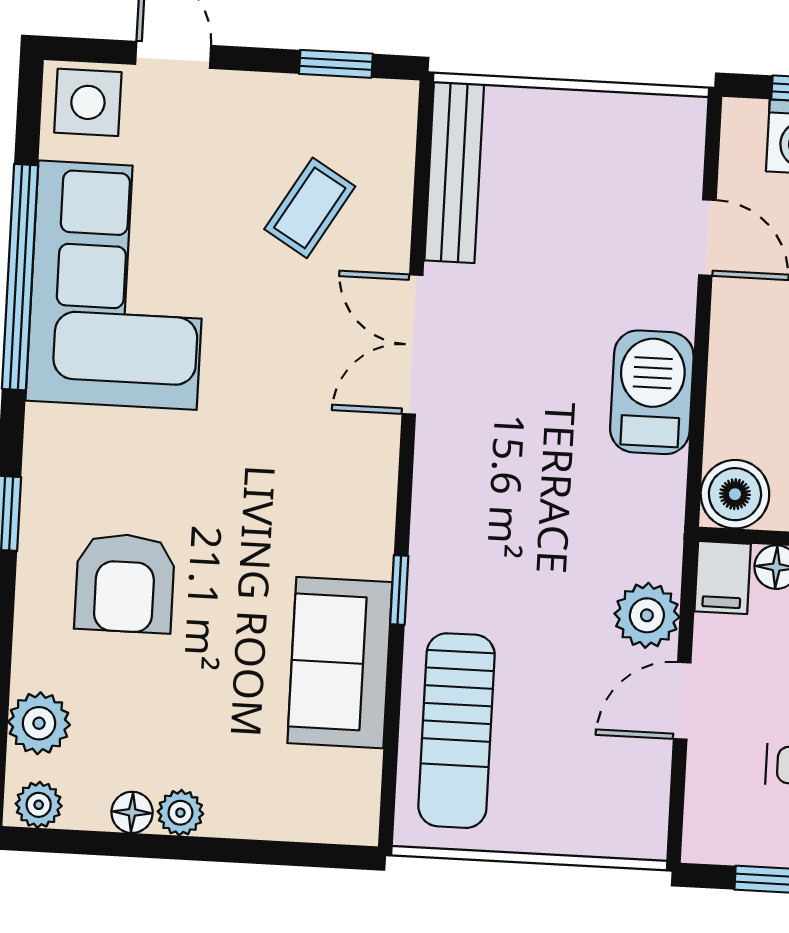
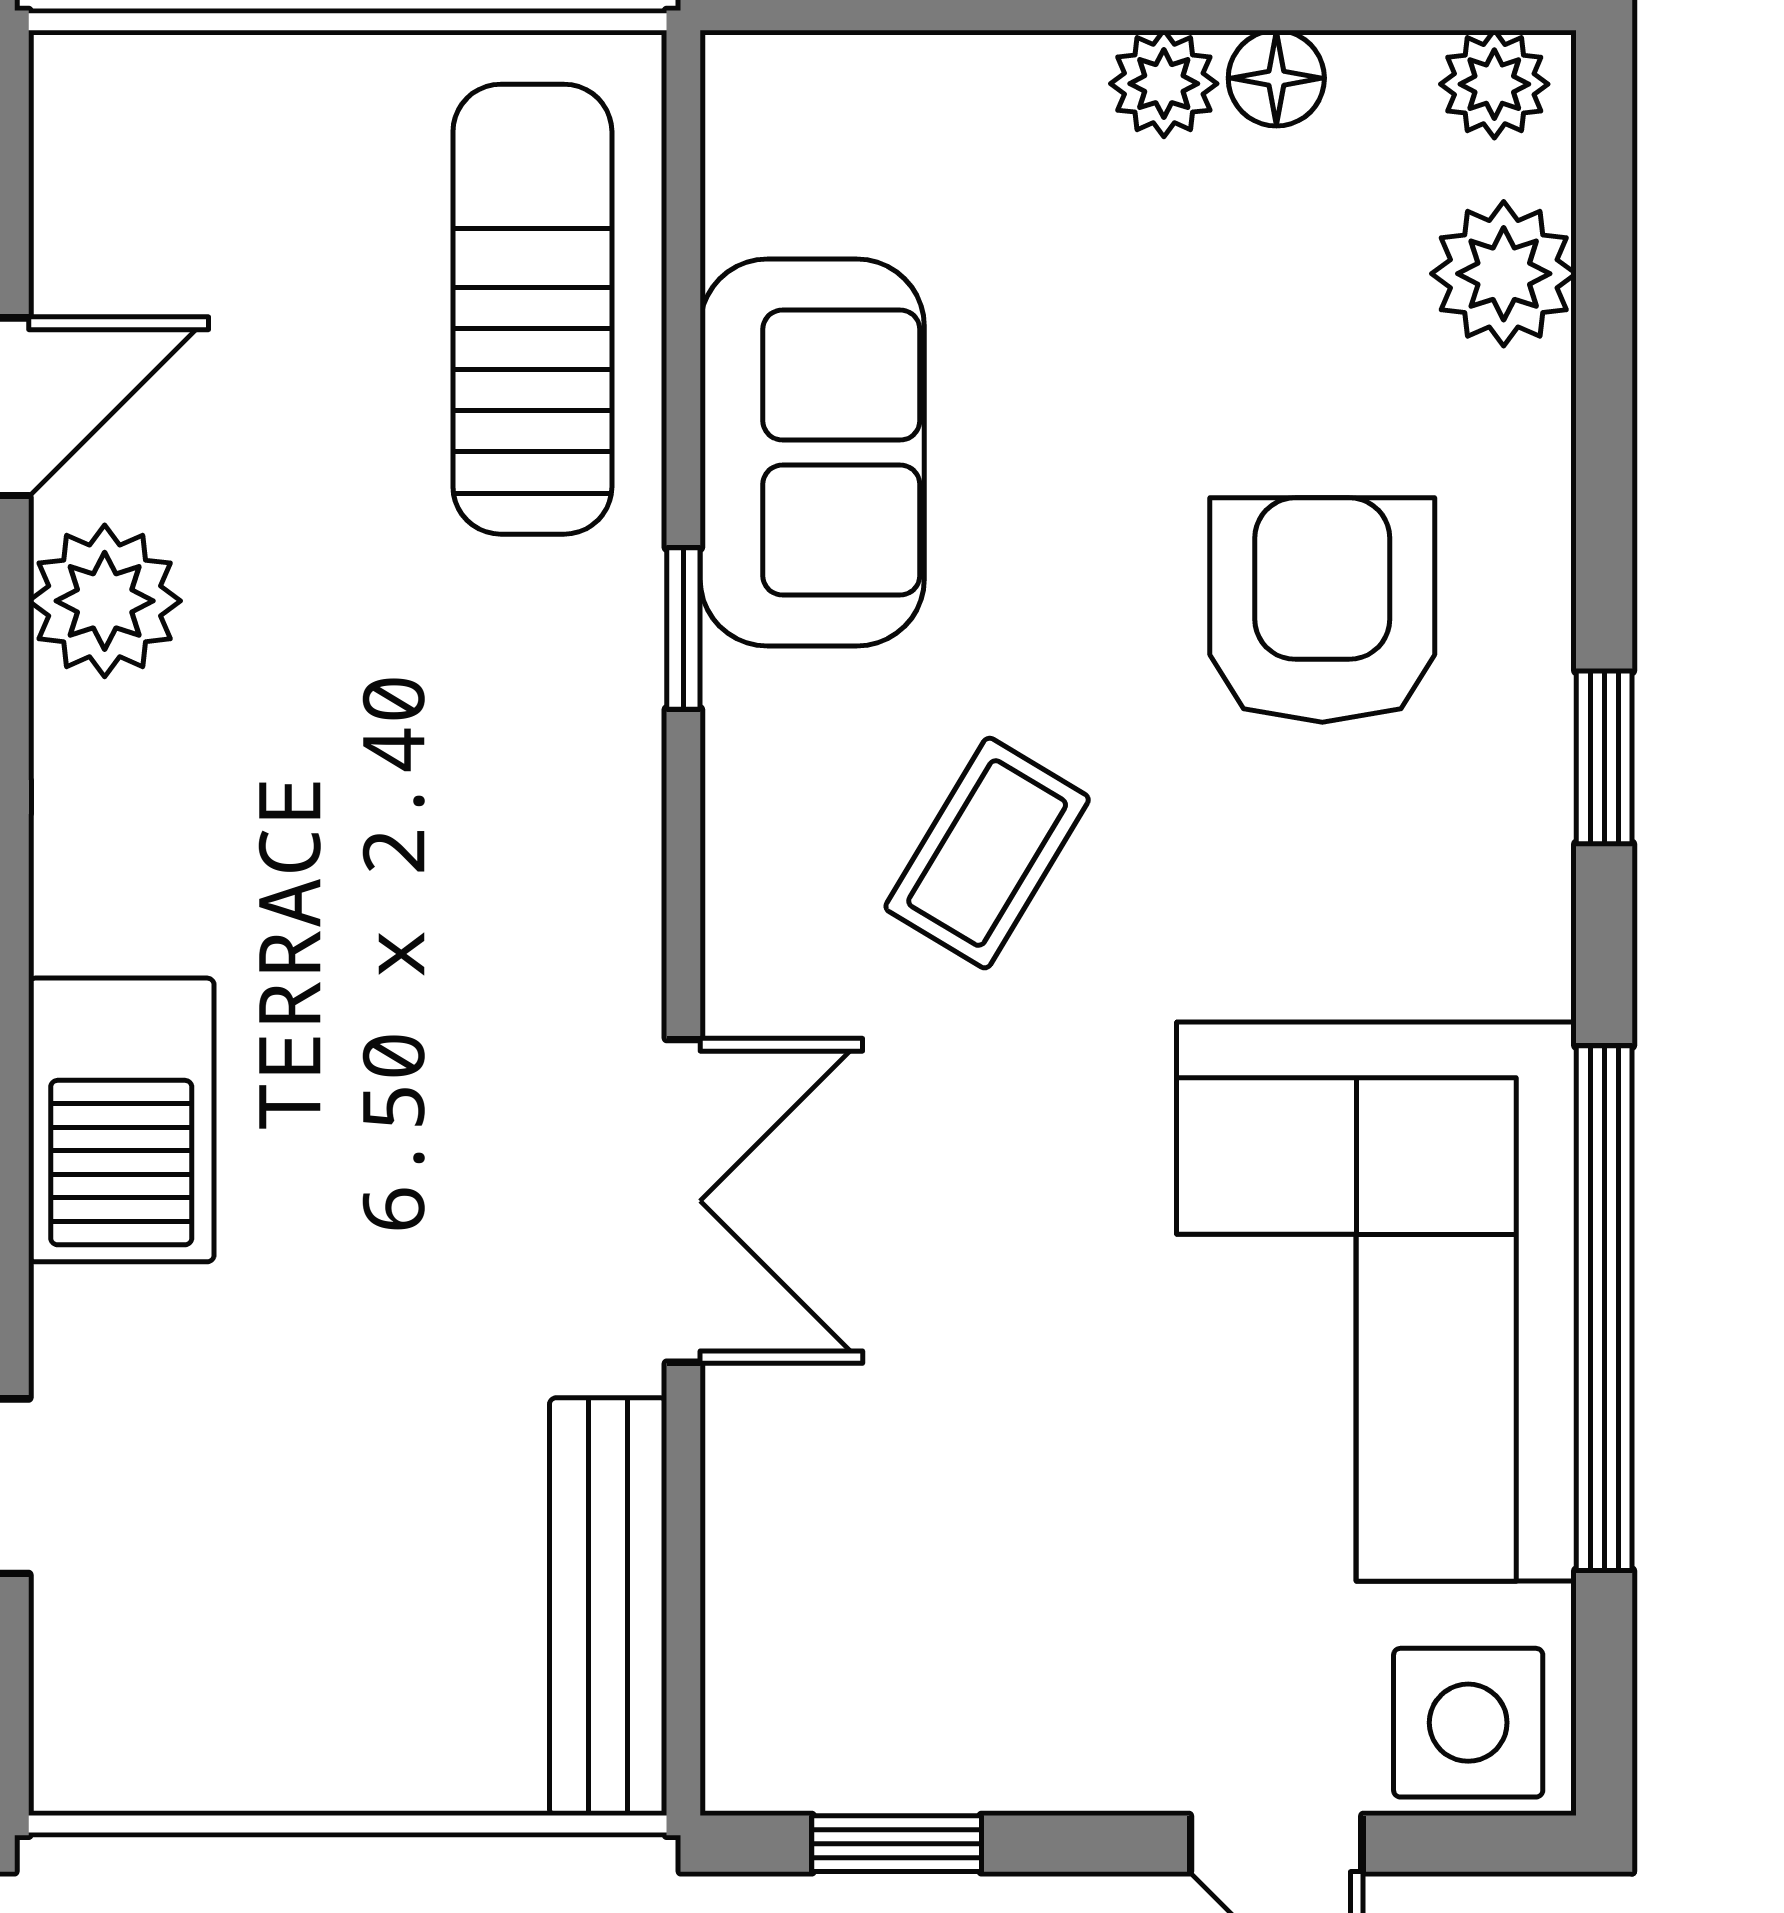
coffee table: (310, 208) -> (987, 853), moved

